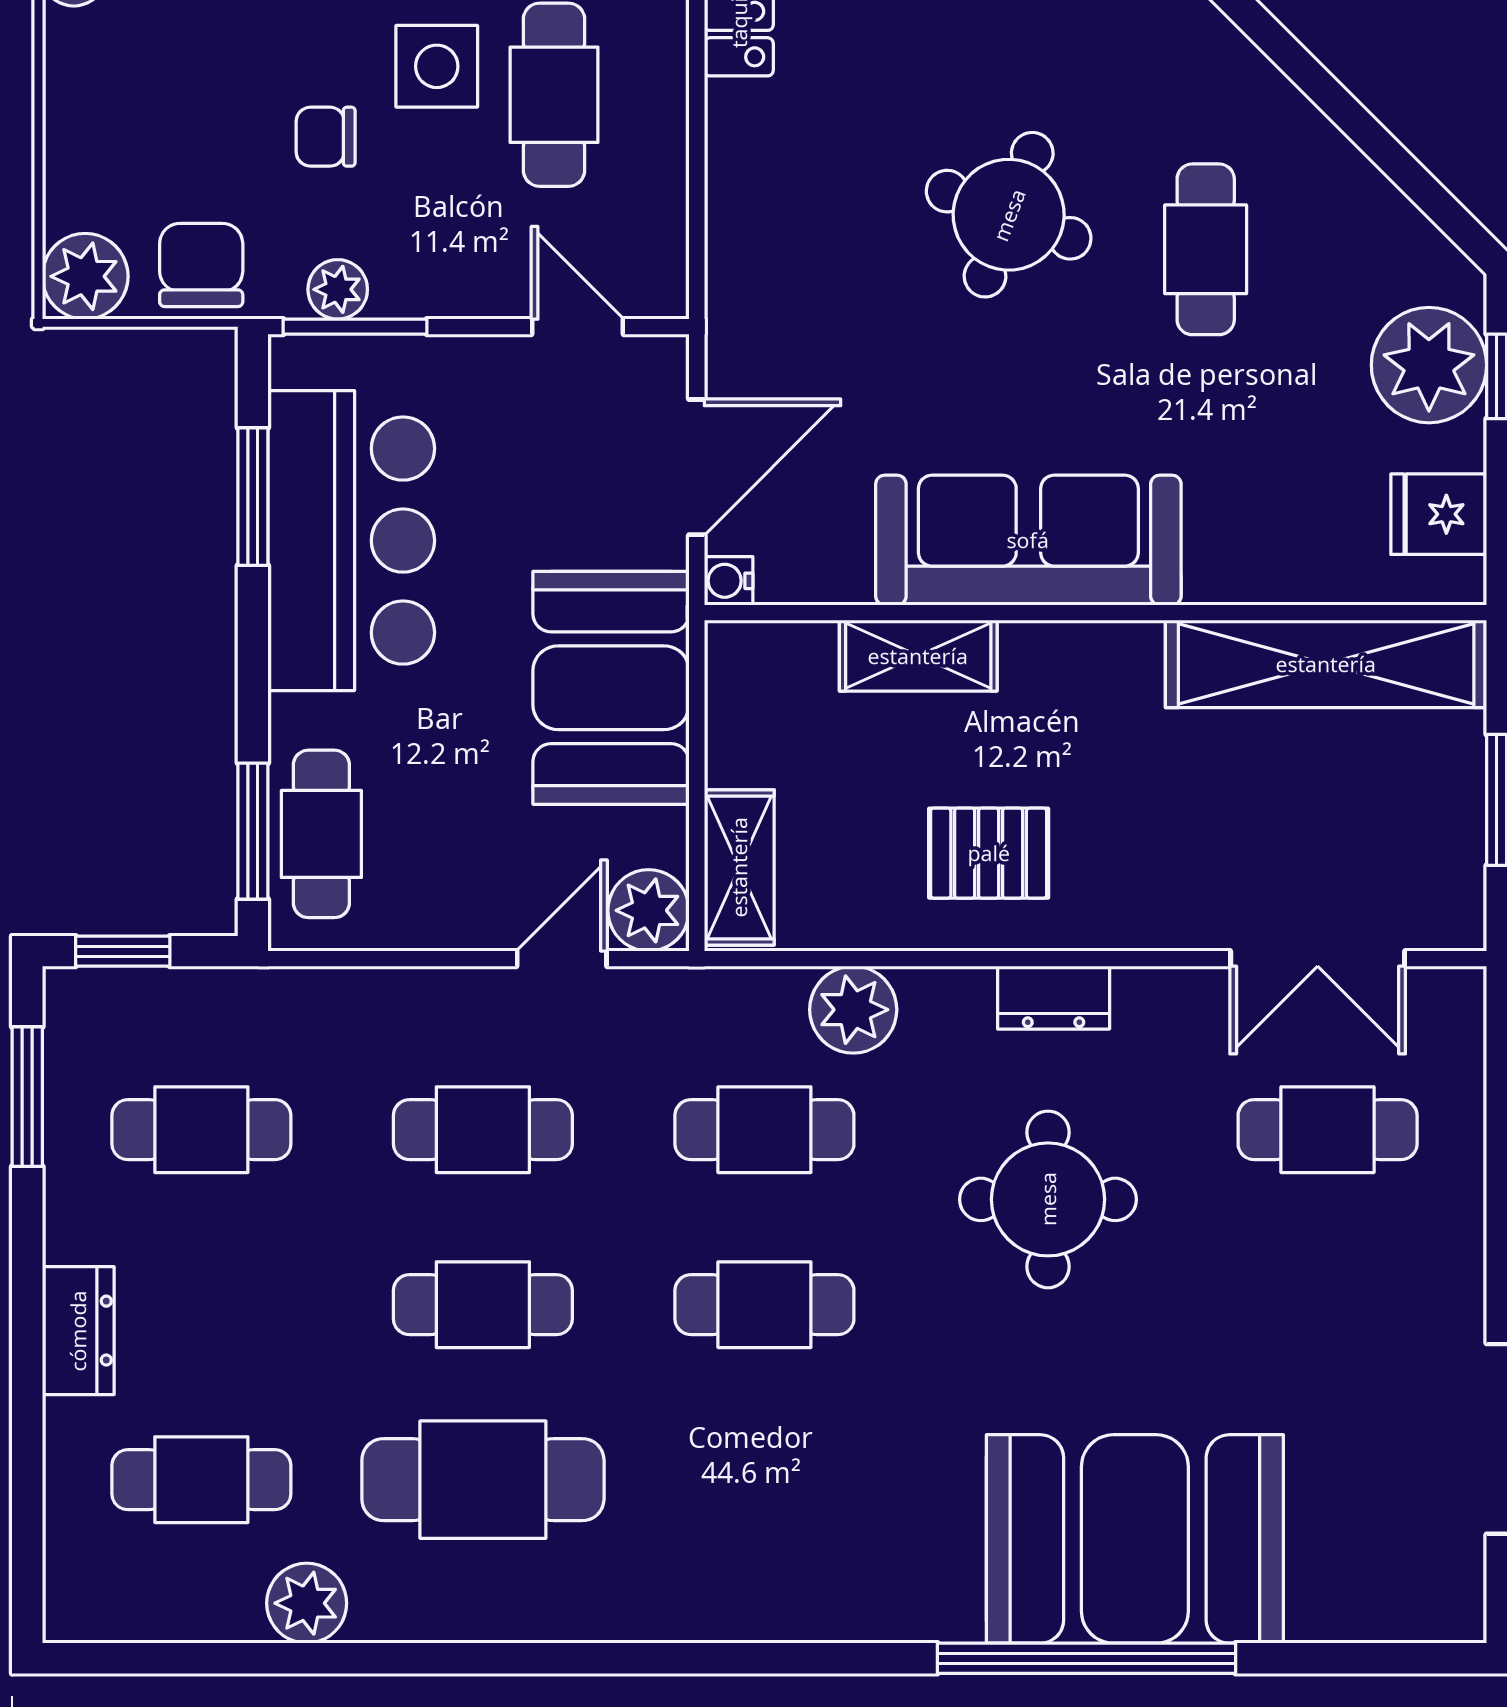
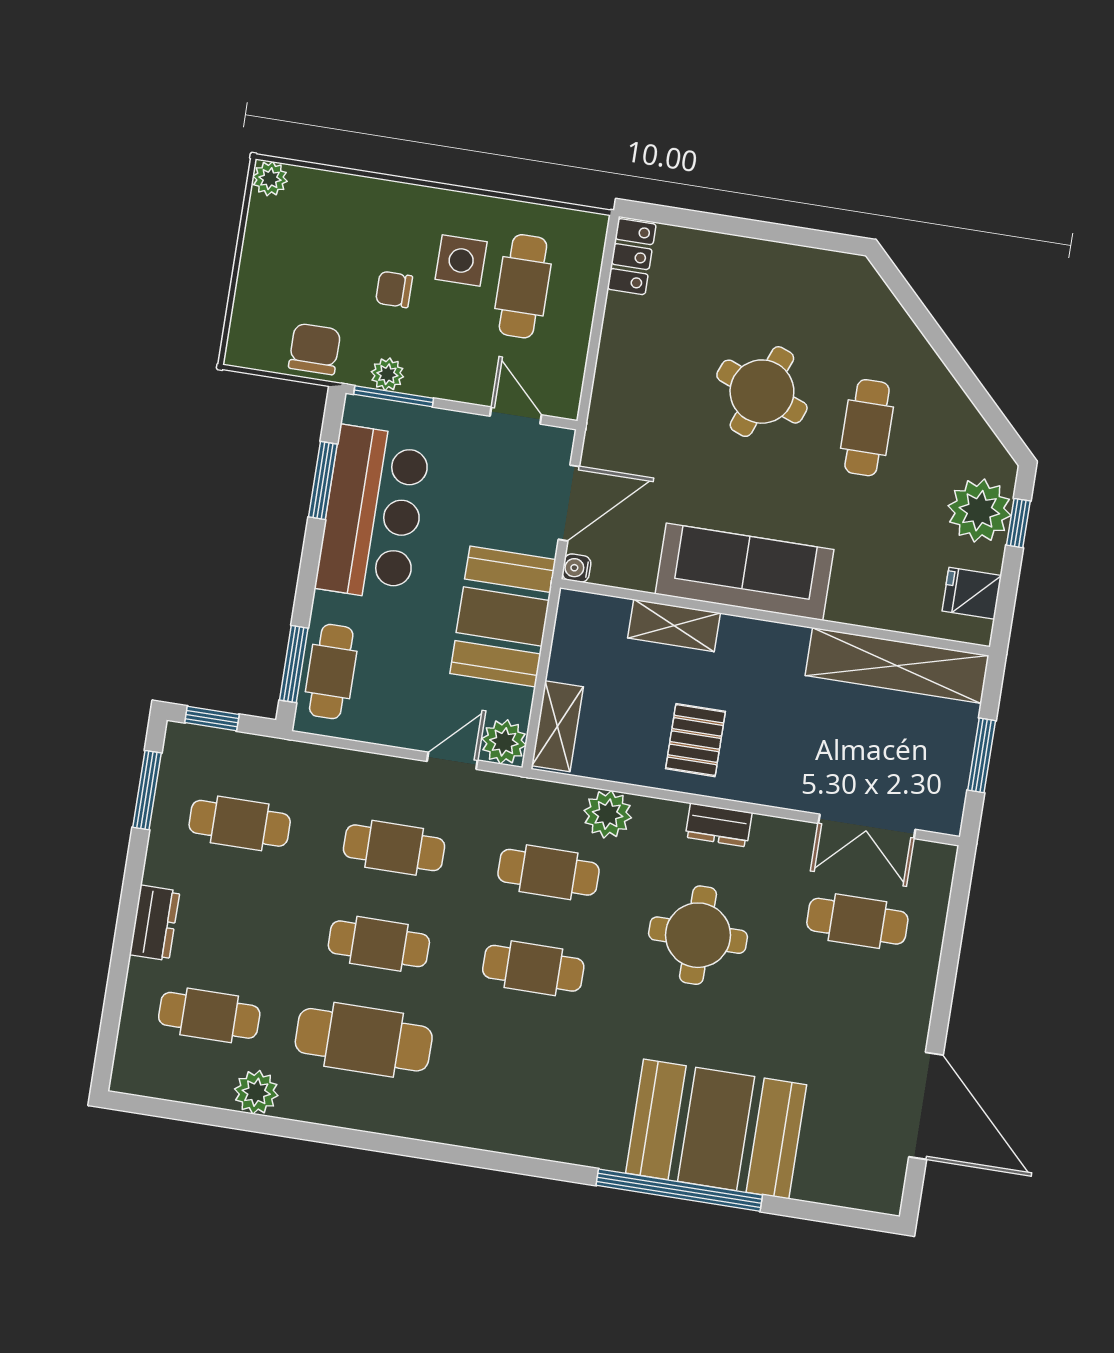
plant: (85, 276) -> (250, 345), removed
pallet: (989, 853) -> (695, 740), turned 90

